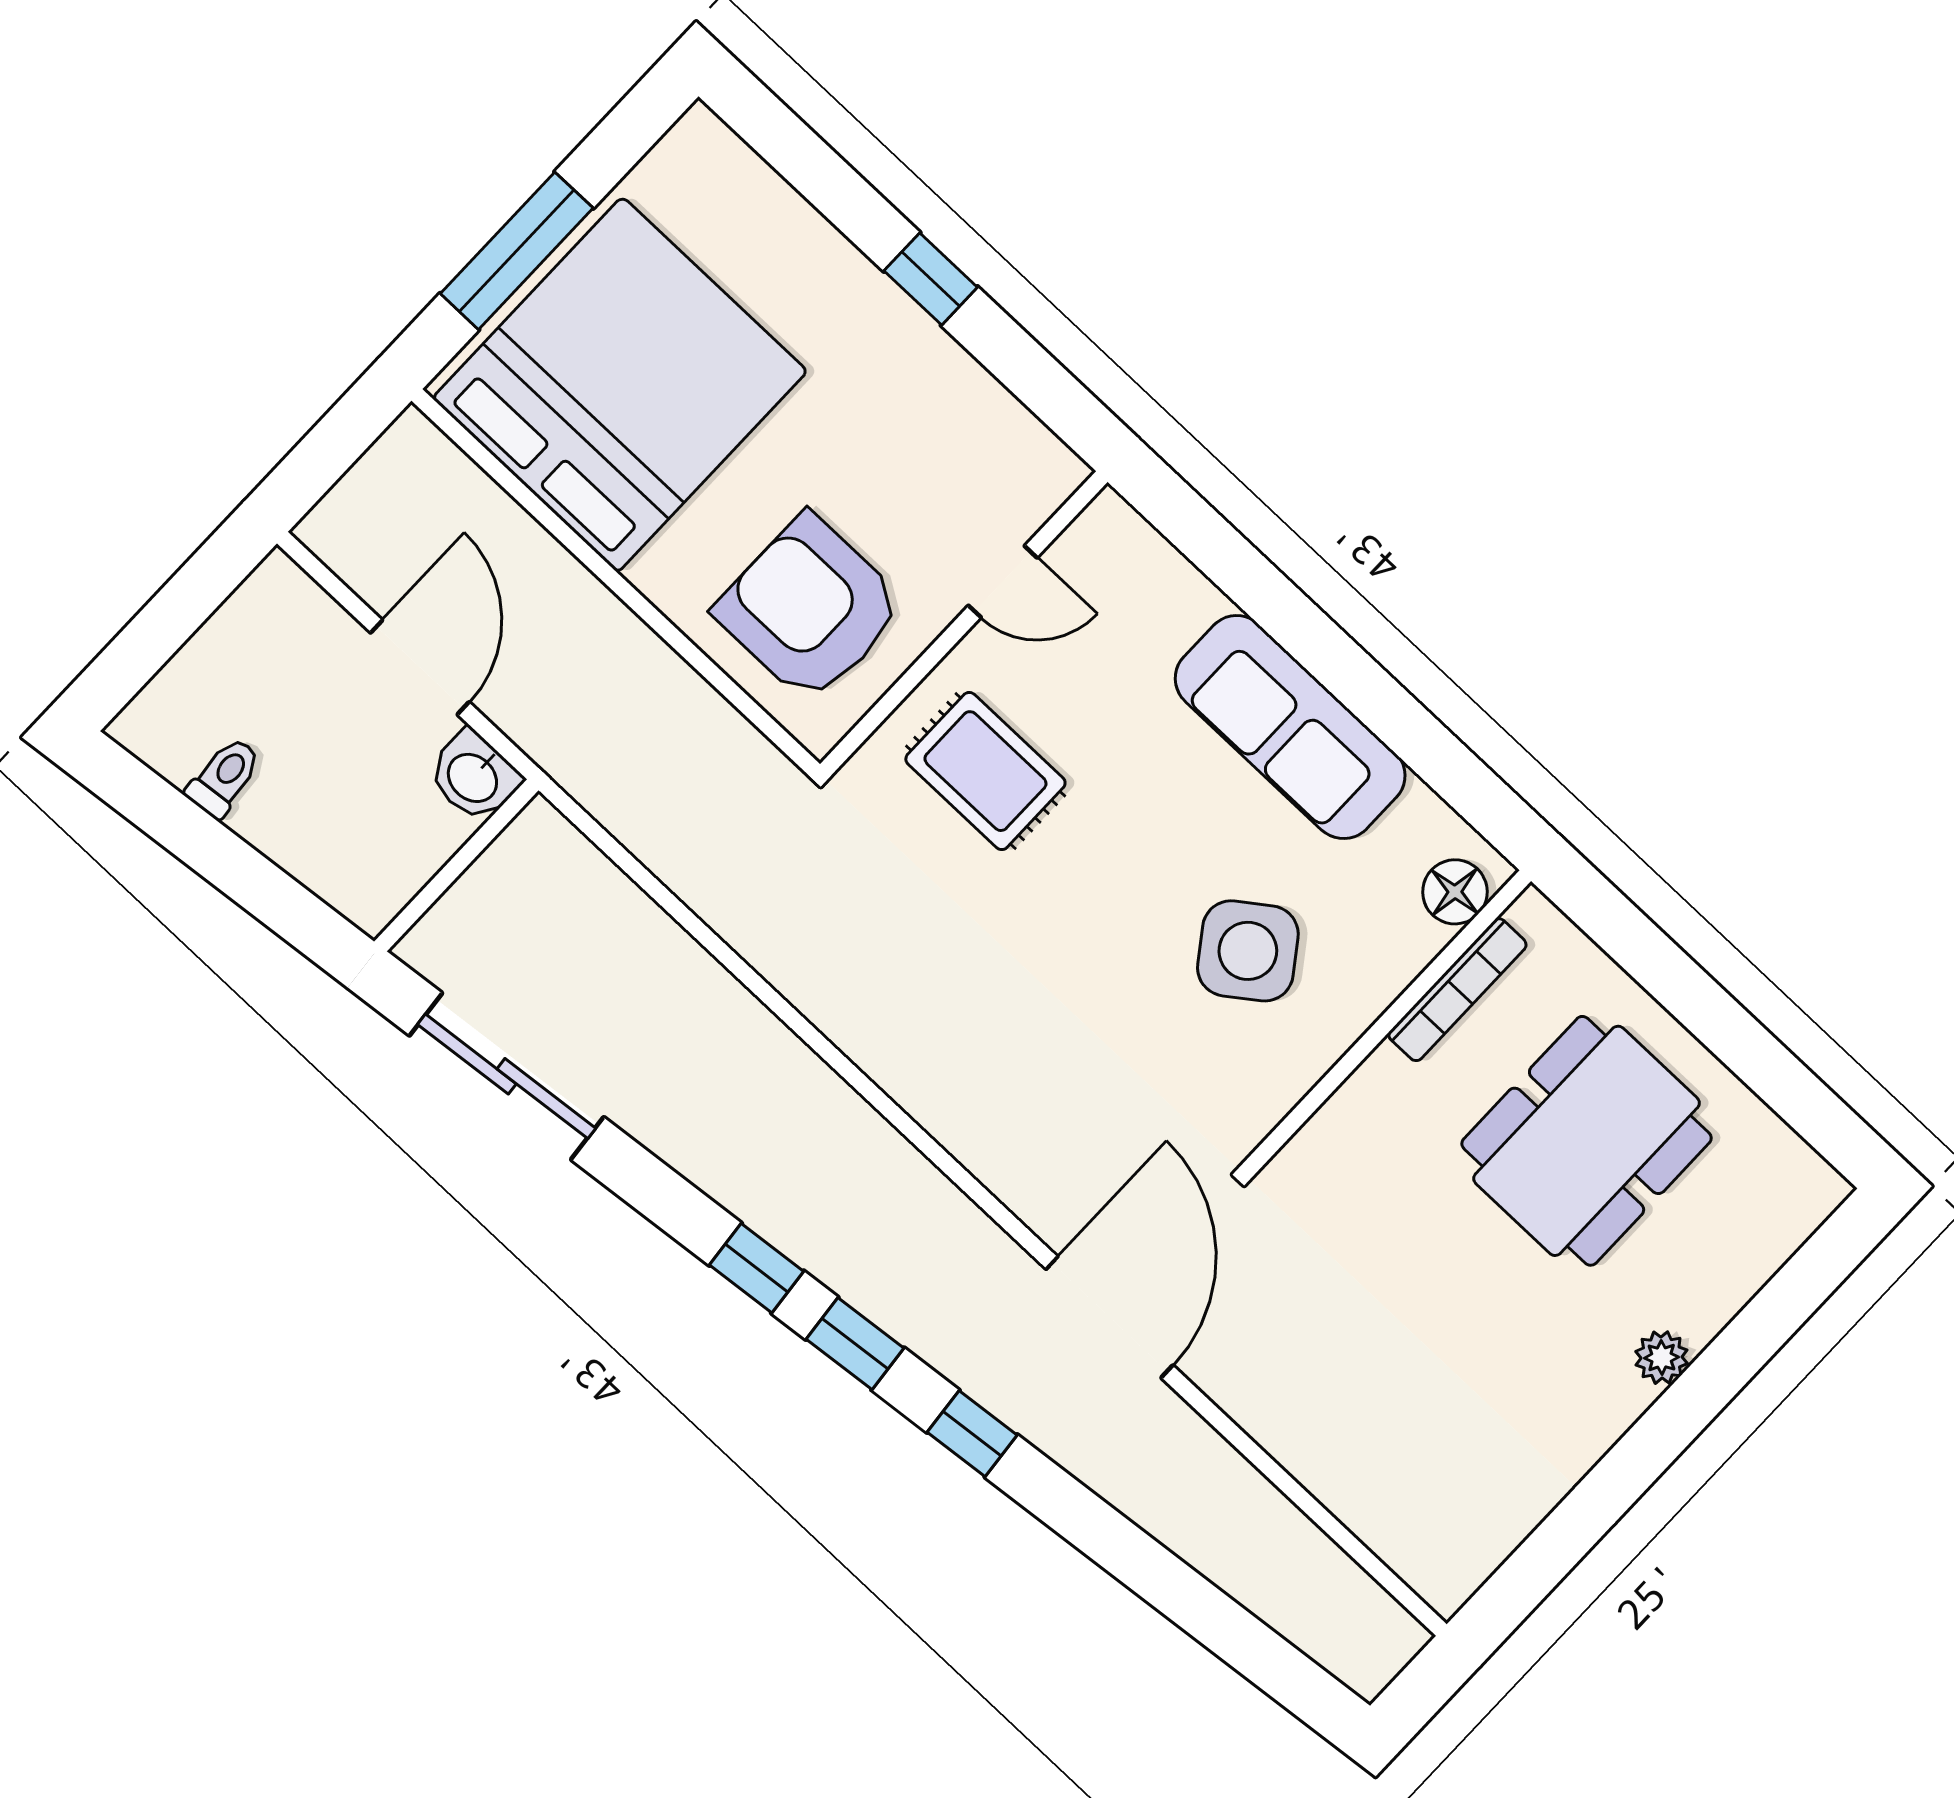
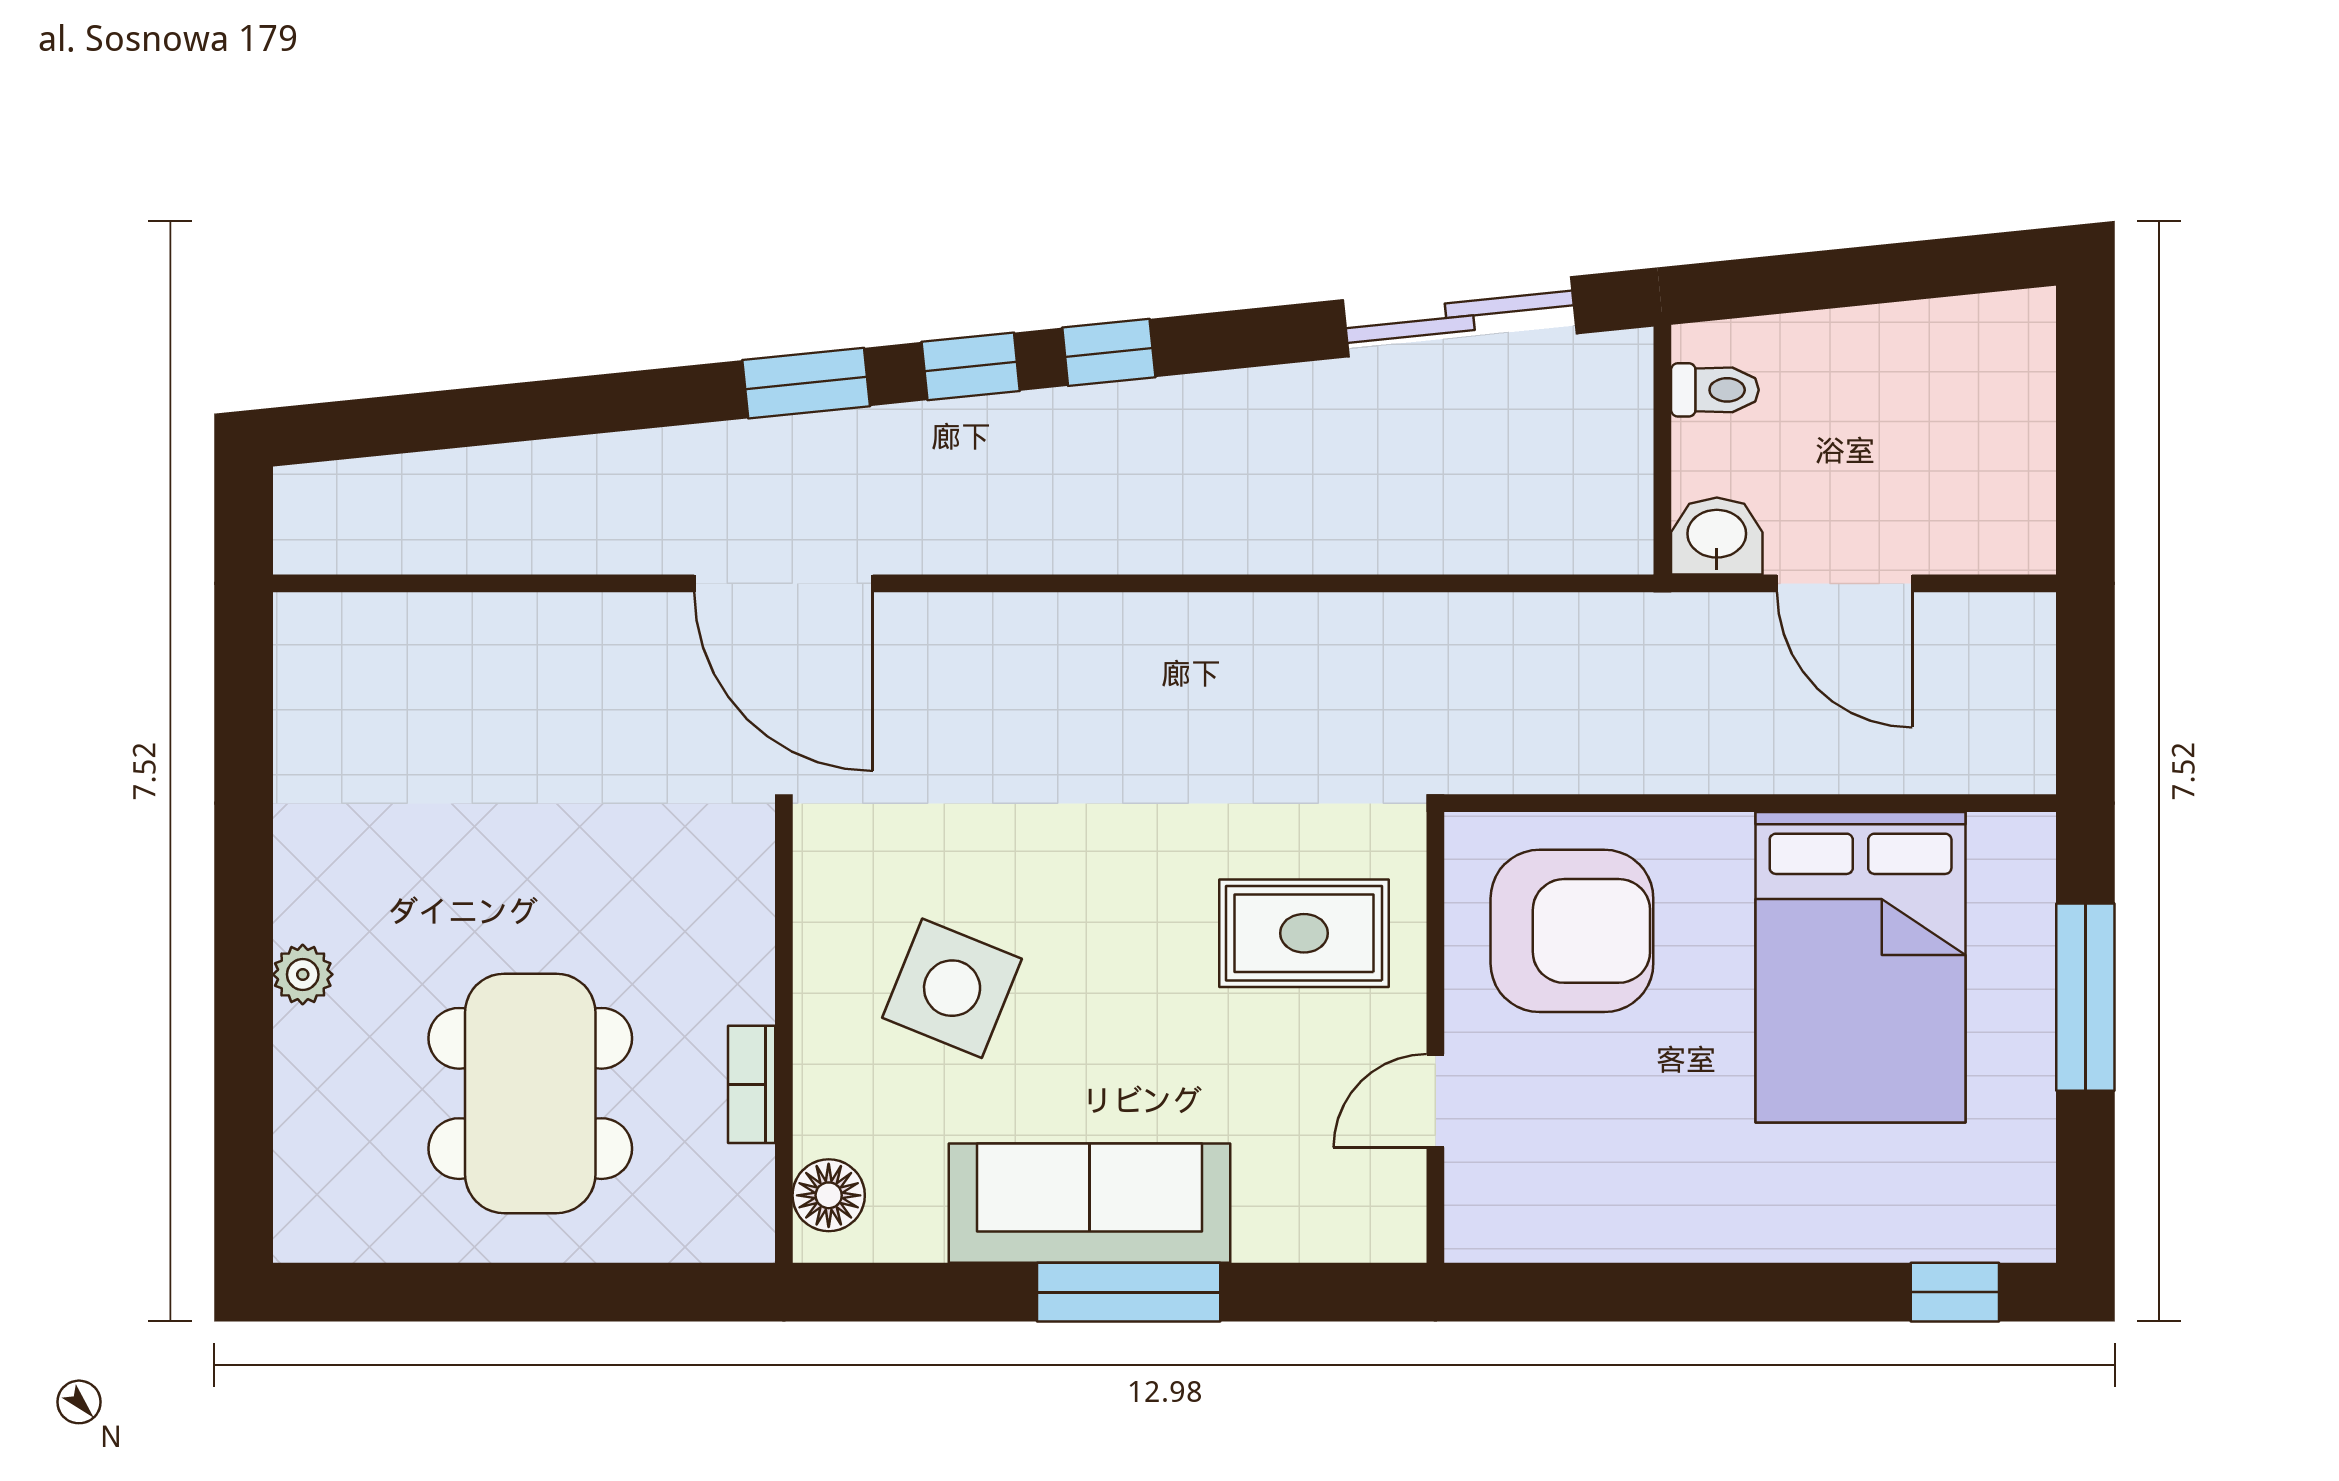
window: (931, 279) -> (1955, 1292), moved
bed: (620, 385) -> (1861, 967), width x0.73
window: (1319, 645) -> (1129, 1292), added
toilet: (224, 777) -> (1715, 390), moved, turned -84
side table: (1248, 951) -> (952, 988), turned -32
bookcase: (1457, 990) -> (752, 1084), width x0.64
window: (972, 1434) -> (806, 383), width x1.50

